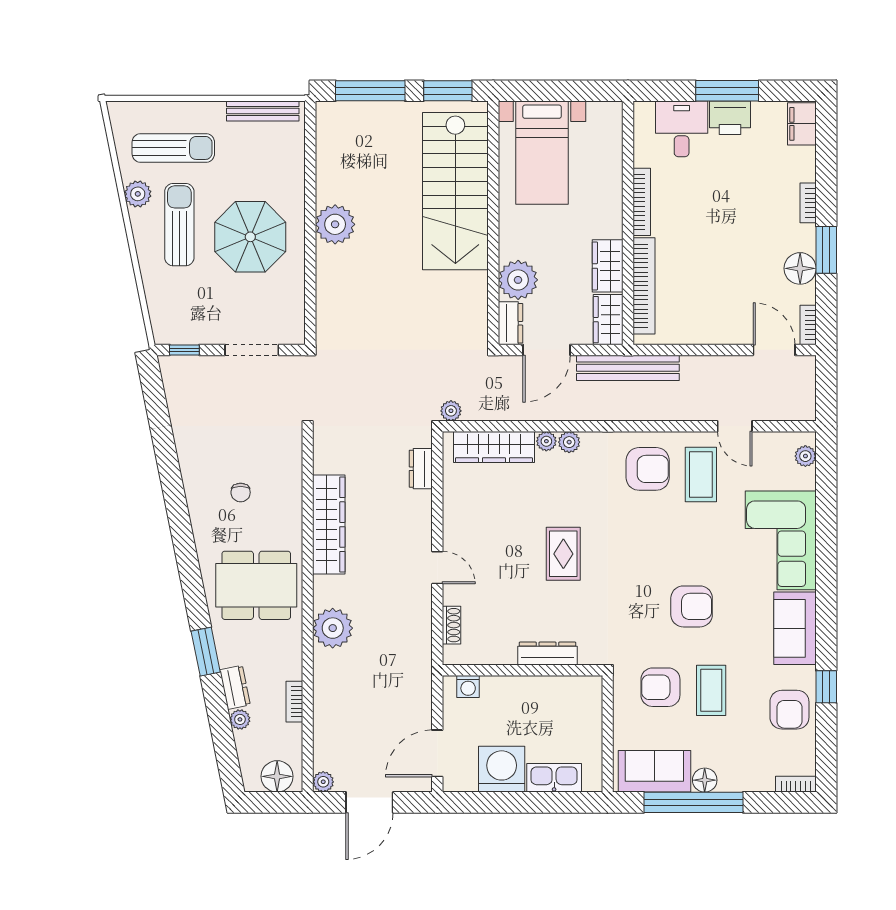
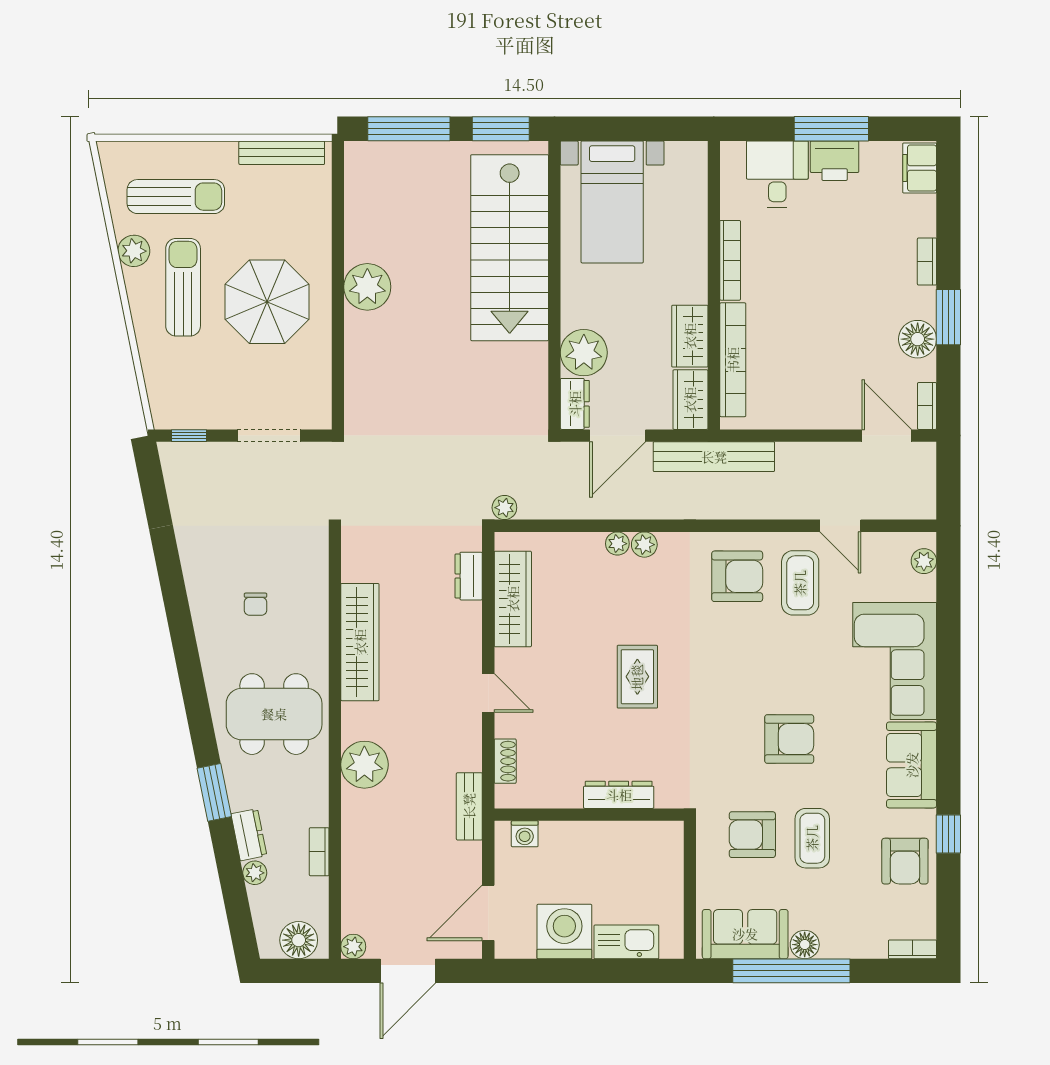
wardrobe: (494, 447) -> (513, 599), moved, turned -90
bench: (421, 663) -> (469, 806), added

